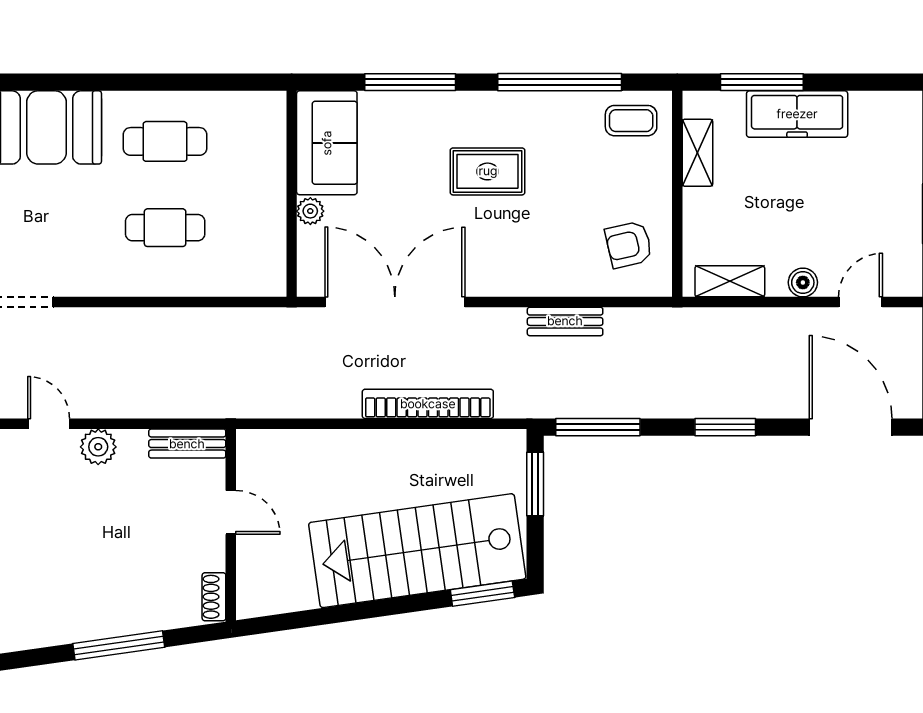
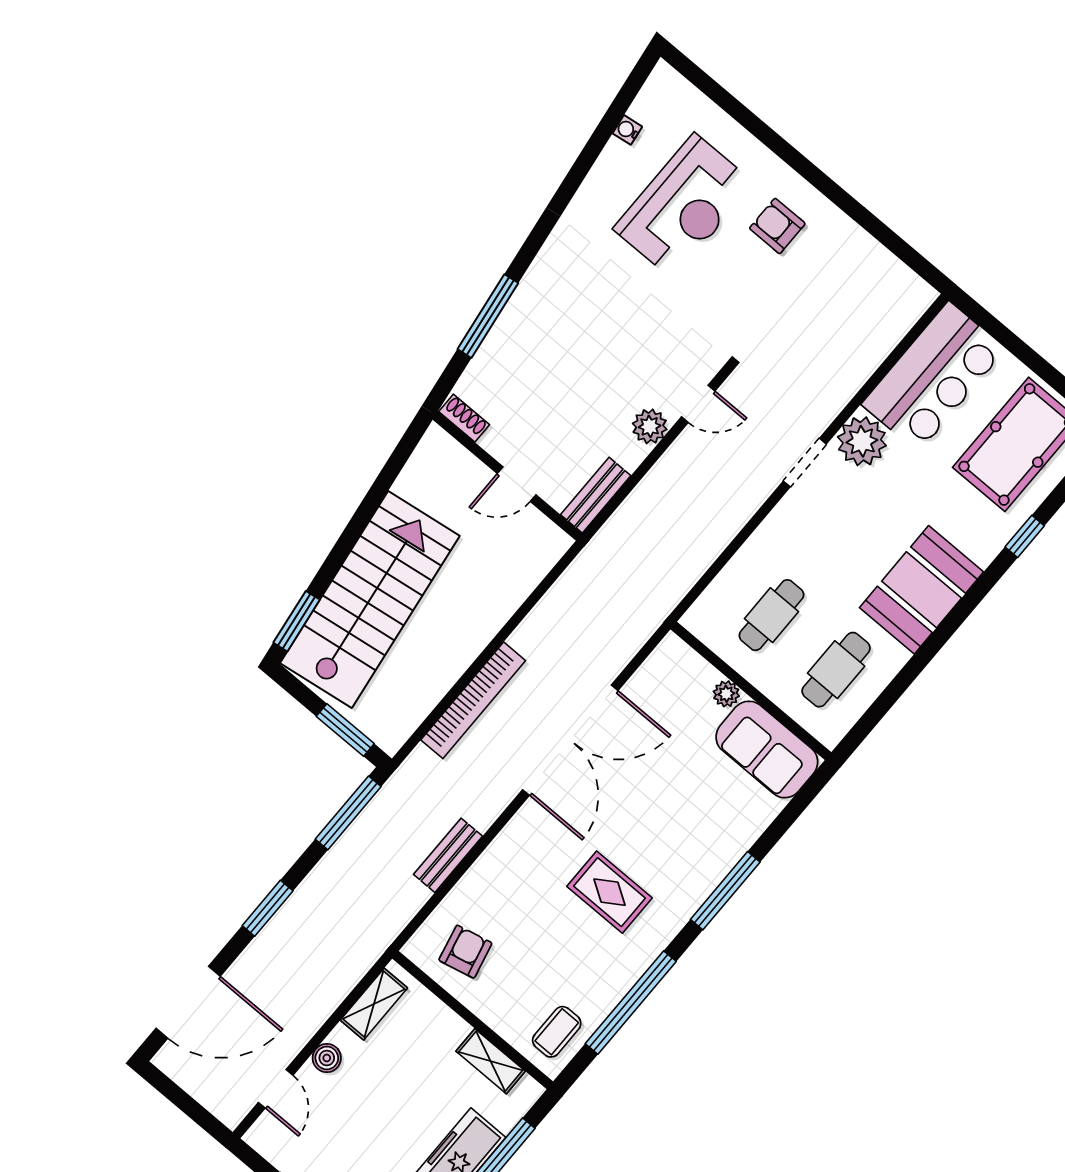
sofa: (327, 143) -> (767, 749), moved
rug: (488, 171) -> (609, 892), turned 90
wall: (292, 194) -> (751, 691), moved
plant: (310, 211) -> (726, 694), moved

